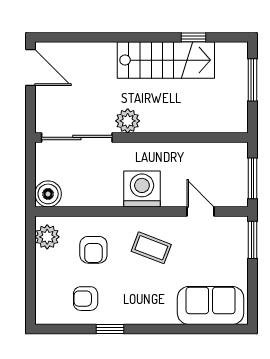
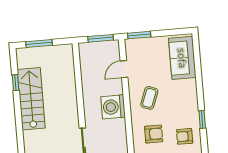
plant: (128, 121) -> (71, 119), removed
armchair: (86, 299) -> (185, 136), turned 90

